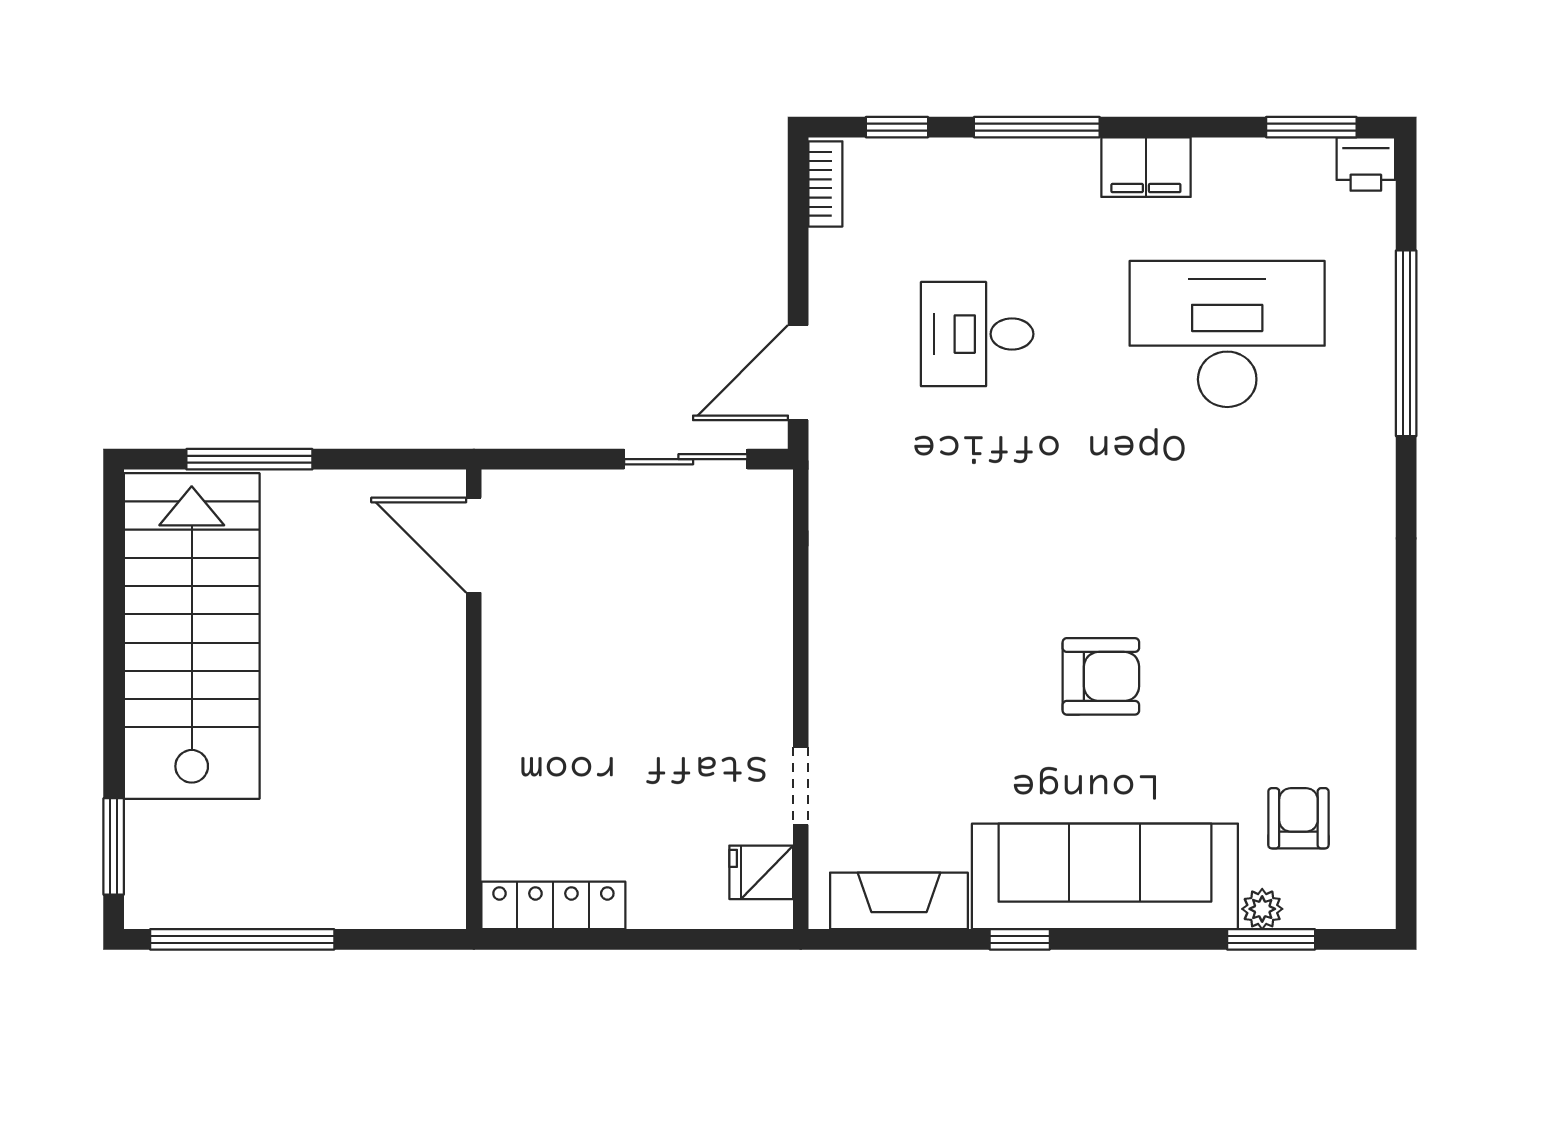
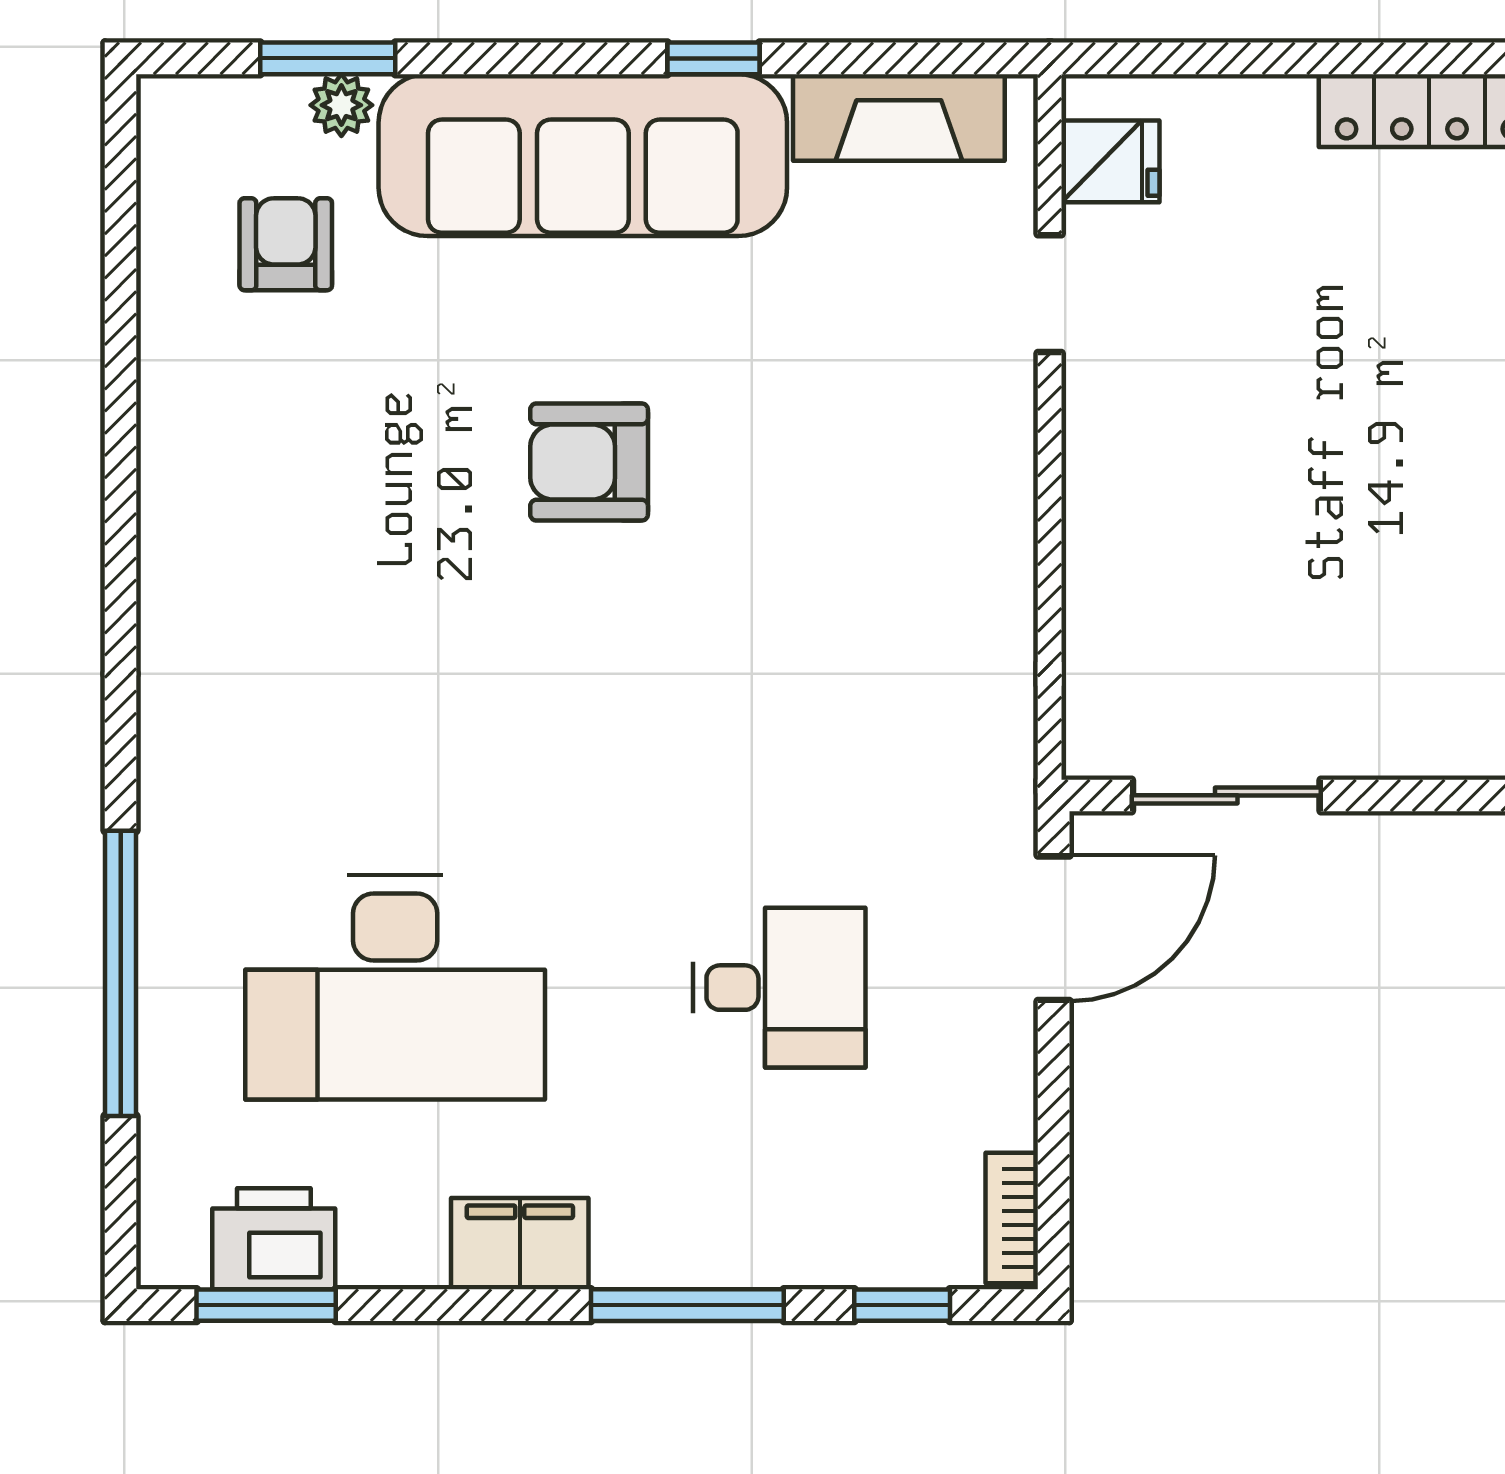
printer: (1366, 164) -> (274, 1239), moved, width x1.36, depth x1.24
armchair: (1298, 818) -> (286, 244), turned 180

